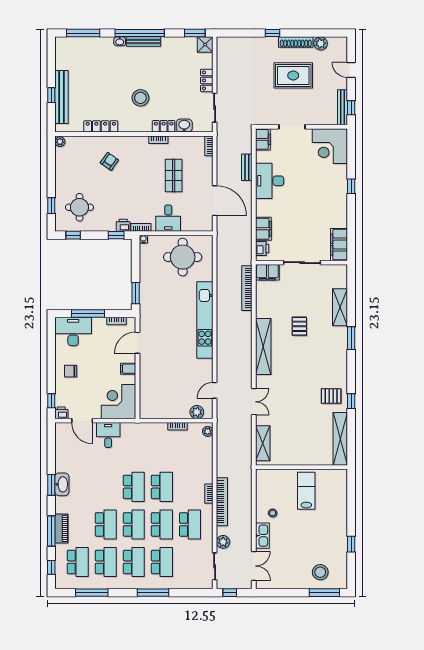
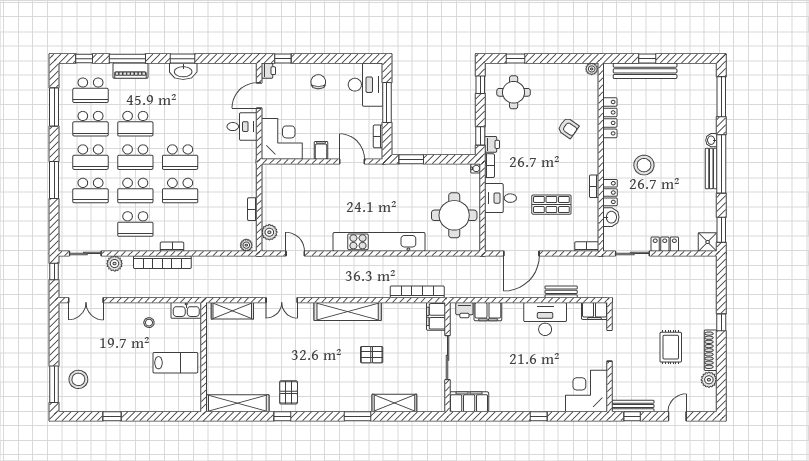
rug: (293, 75) -> (671, 347), width x0.73, depth x0.70
kitchen sink: (262, 536) -> (186, 310), moved

